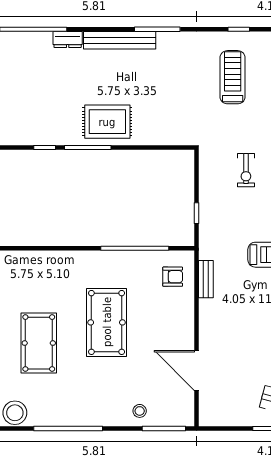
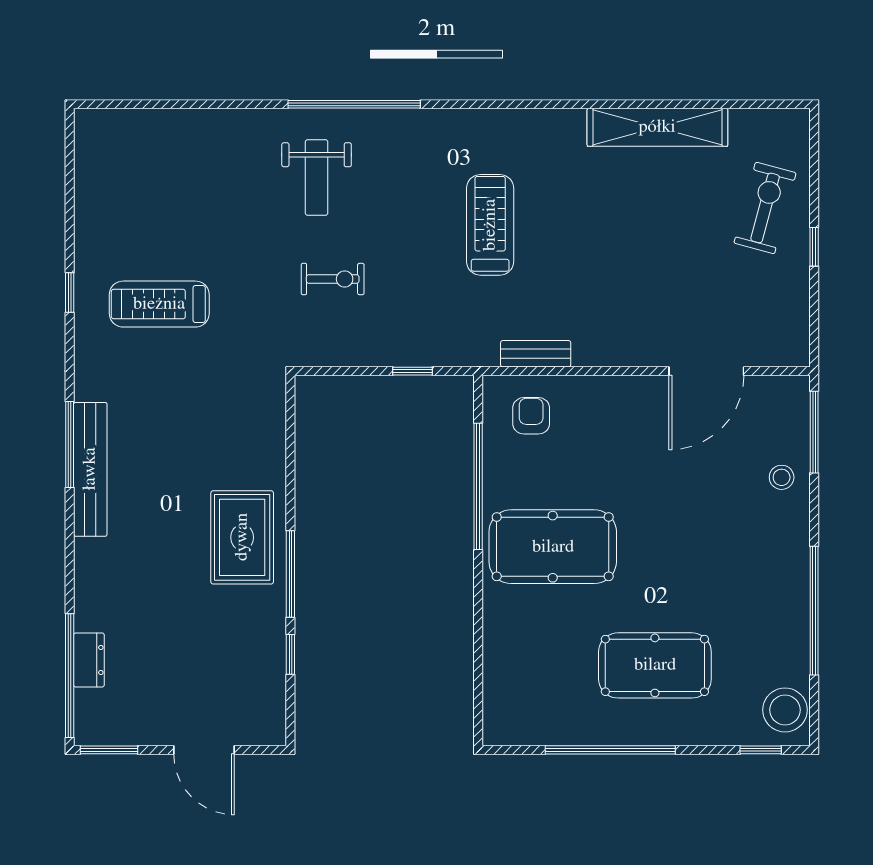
dresser: (68, 39) -> (89, 660), moved
bench: (120, 40) -> (90, 469), moved
pool table: (107, 322) -> (553, 547), moved

